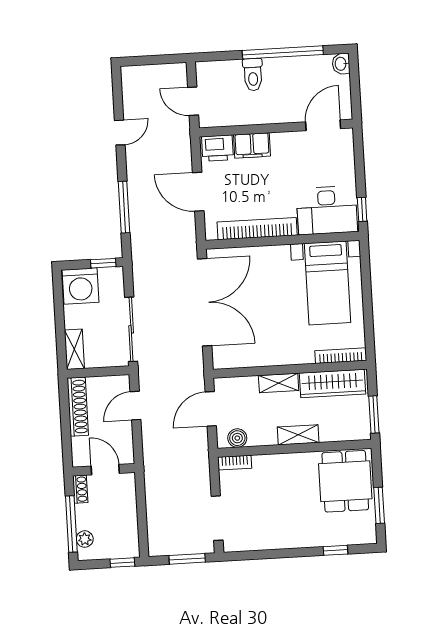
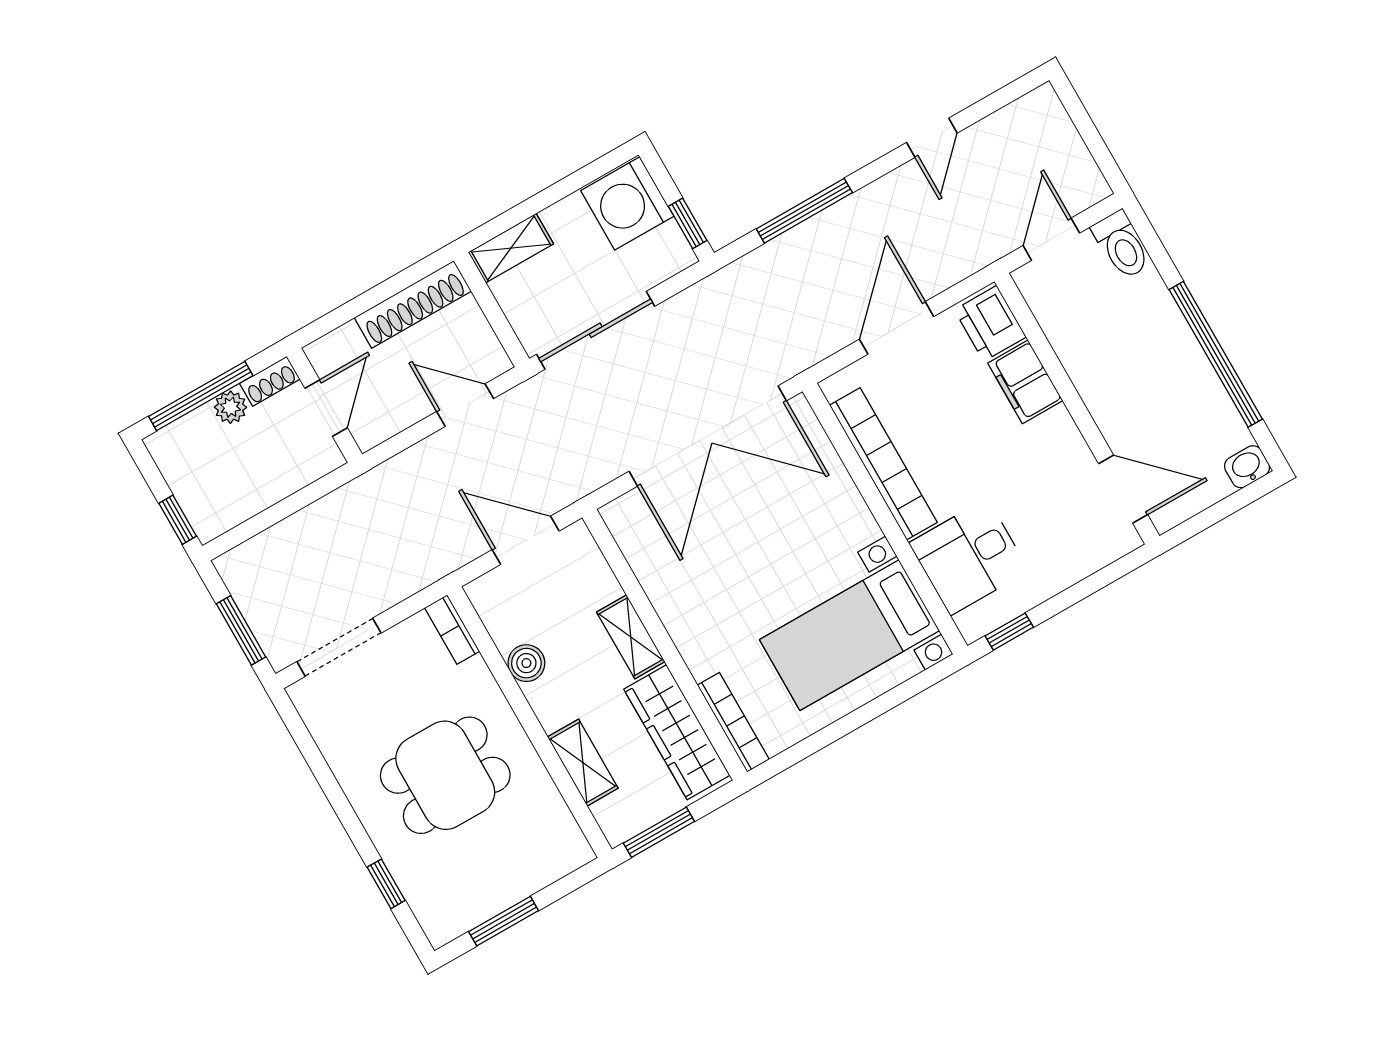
toilet: (253, 75) -> (1122, 245), moved, turned -90
door: (120, 133) -> (932, 138), hinge flipped
desk: (327, 210) -> (969, 557), width x0.73
shelving: (298, 435) -> (583, 763), moved
boiler: (237, 438) -> (526, 663), moved
dining table: (345, 481) -> (445, 775), moved
plant: (85, 539) -> (231, 407), moved

